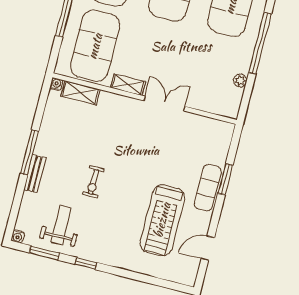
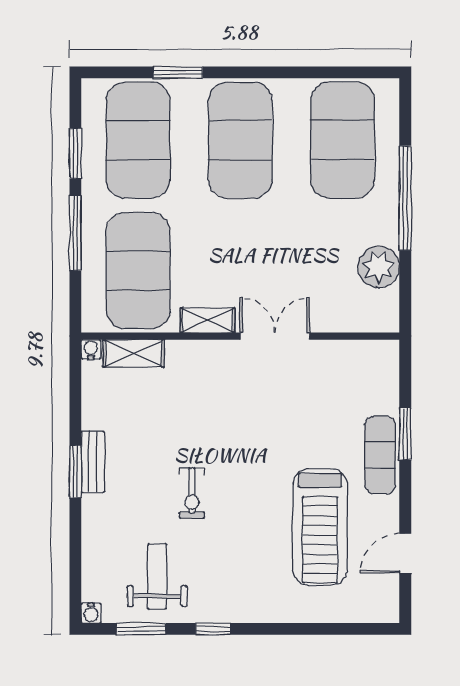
plant: (240, 80) -> (379, 267), width x1.88, depth x1.88
window: (29, 152) -> (75, 471), width x0.69
bench: (35, 174) -> (93, 462), moved

